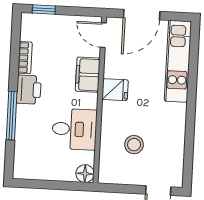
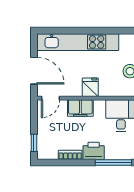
kitchen unit: (178, 61) -> (78, 42), width x1.36

